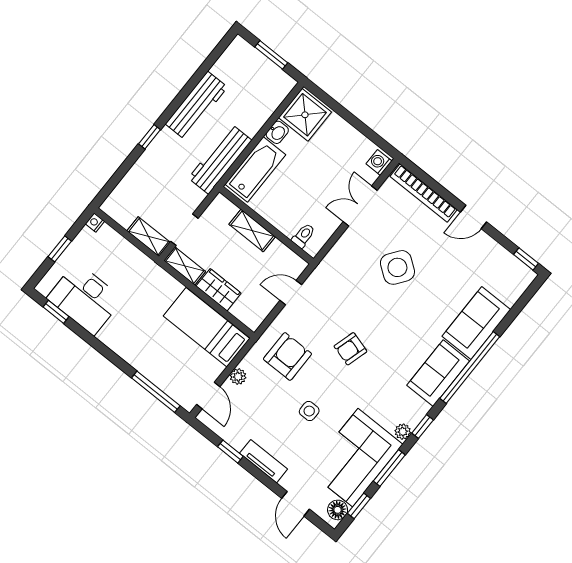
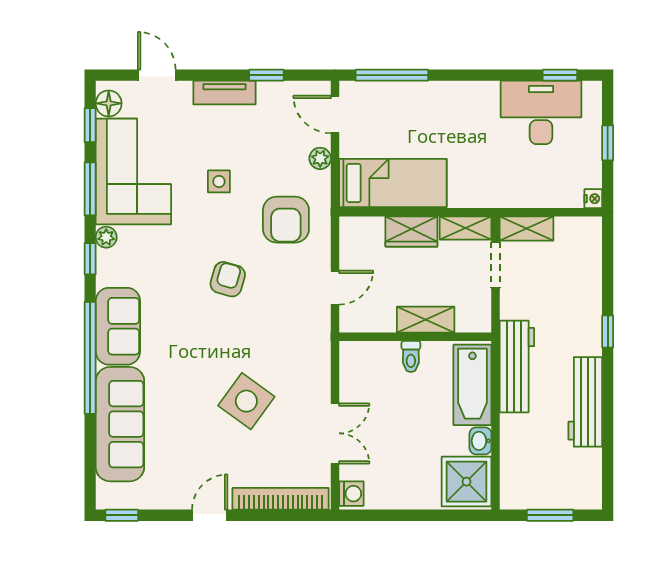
toilet: (303, 236) -> (411, 356), moved
sofa: (476, 323) -> (120, 424), width x1.36

